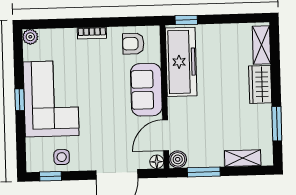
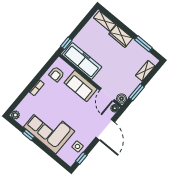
window: (20, 100) -> (28, 135), moved

